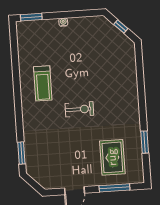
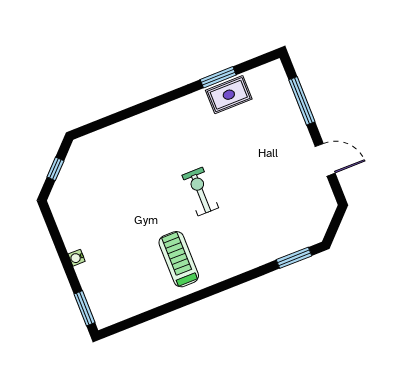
treadmill: (43, 83) -> (179, 259), turned -90
rug: (112, 157) -> (229, 95), moved, width x0.73, depth x0.70

